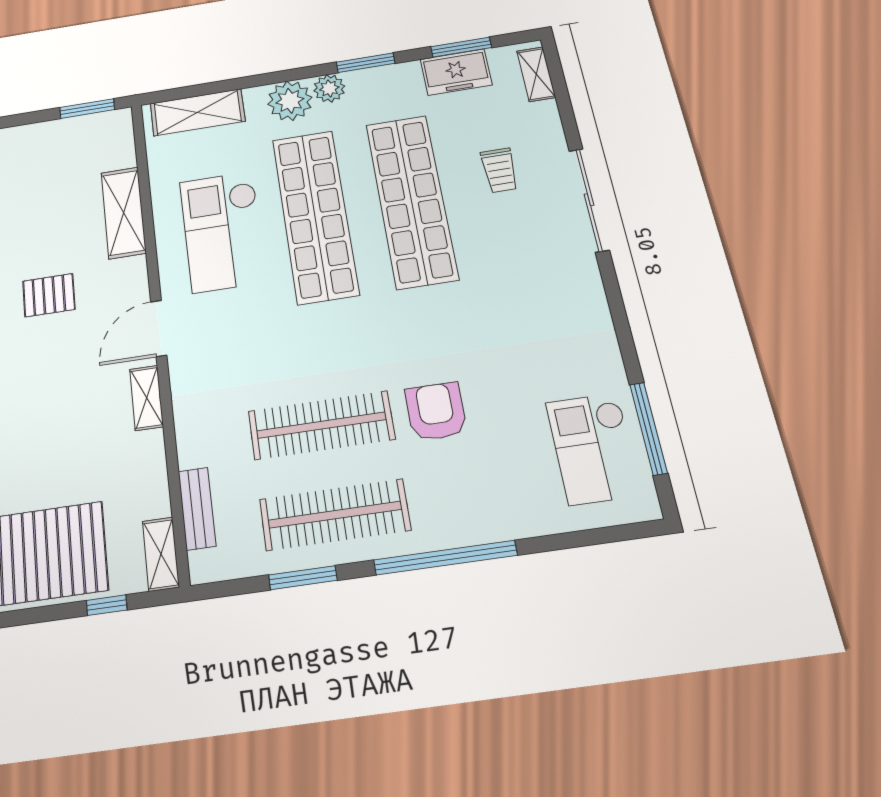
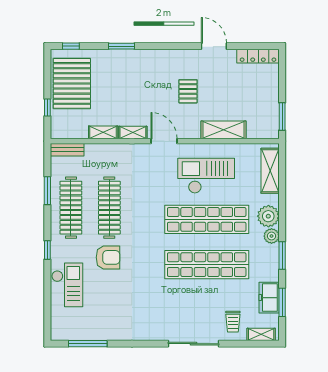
trolley: (499, 170) -> (233, 322), moved, turned -90
checkout: (593, 448) -> (67, 285), moved, turned 90
bench: (197, 509) -> (67, 150), moved
shelving: (161, 554) -> (103, 132), moved
window: (445, 558) -> (47, 250), width x0.32

